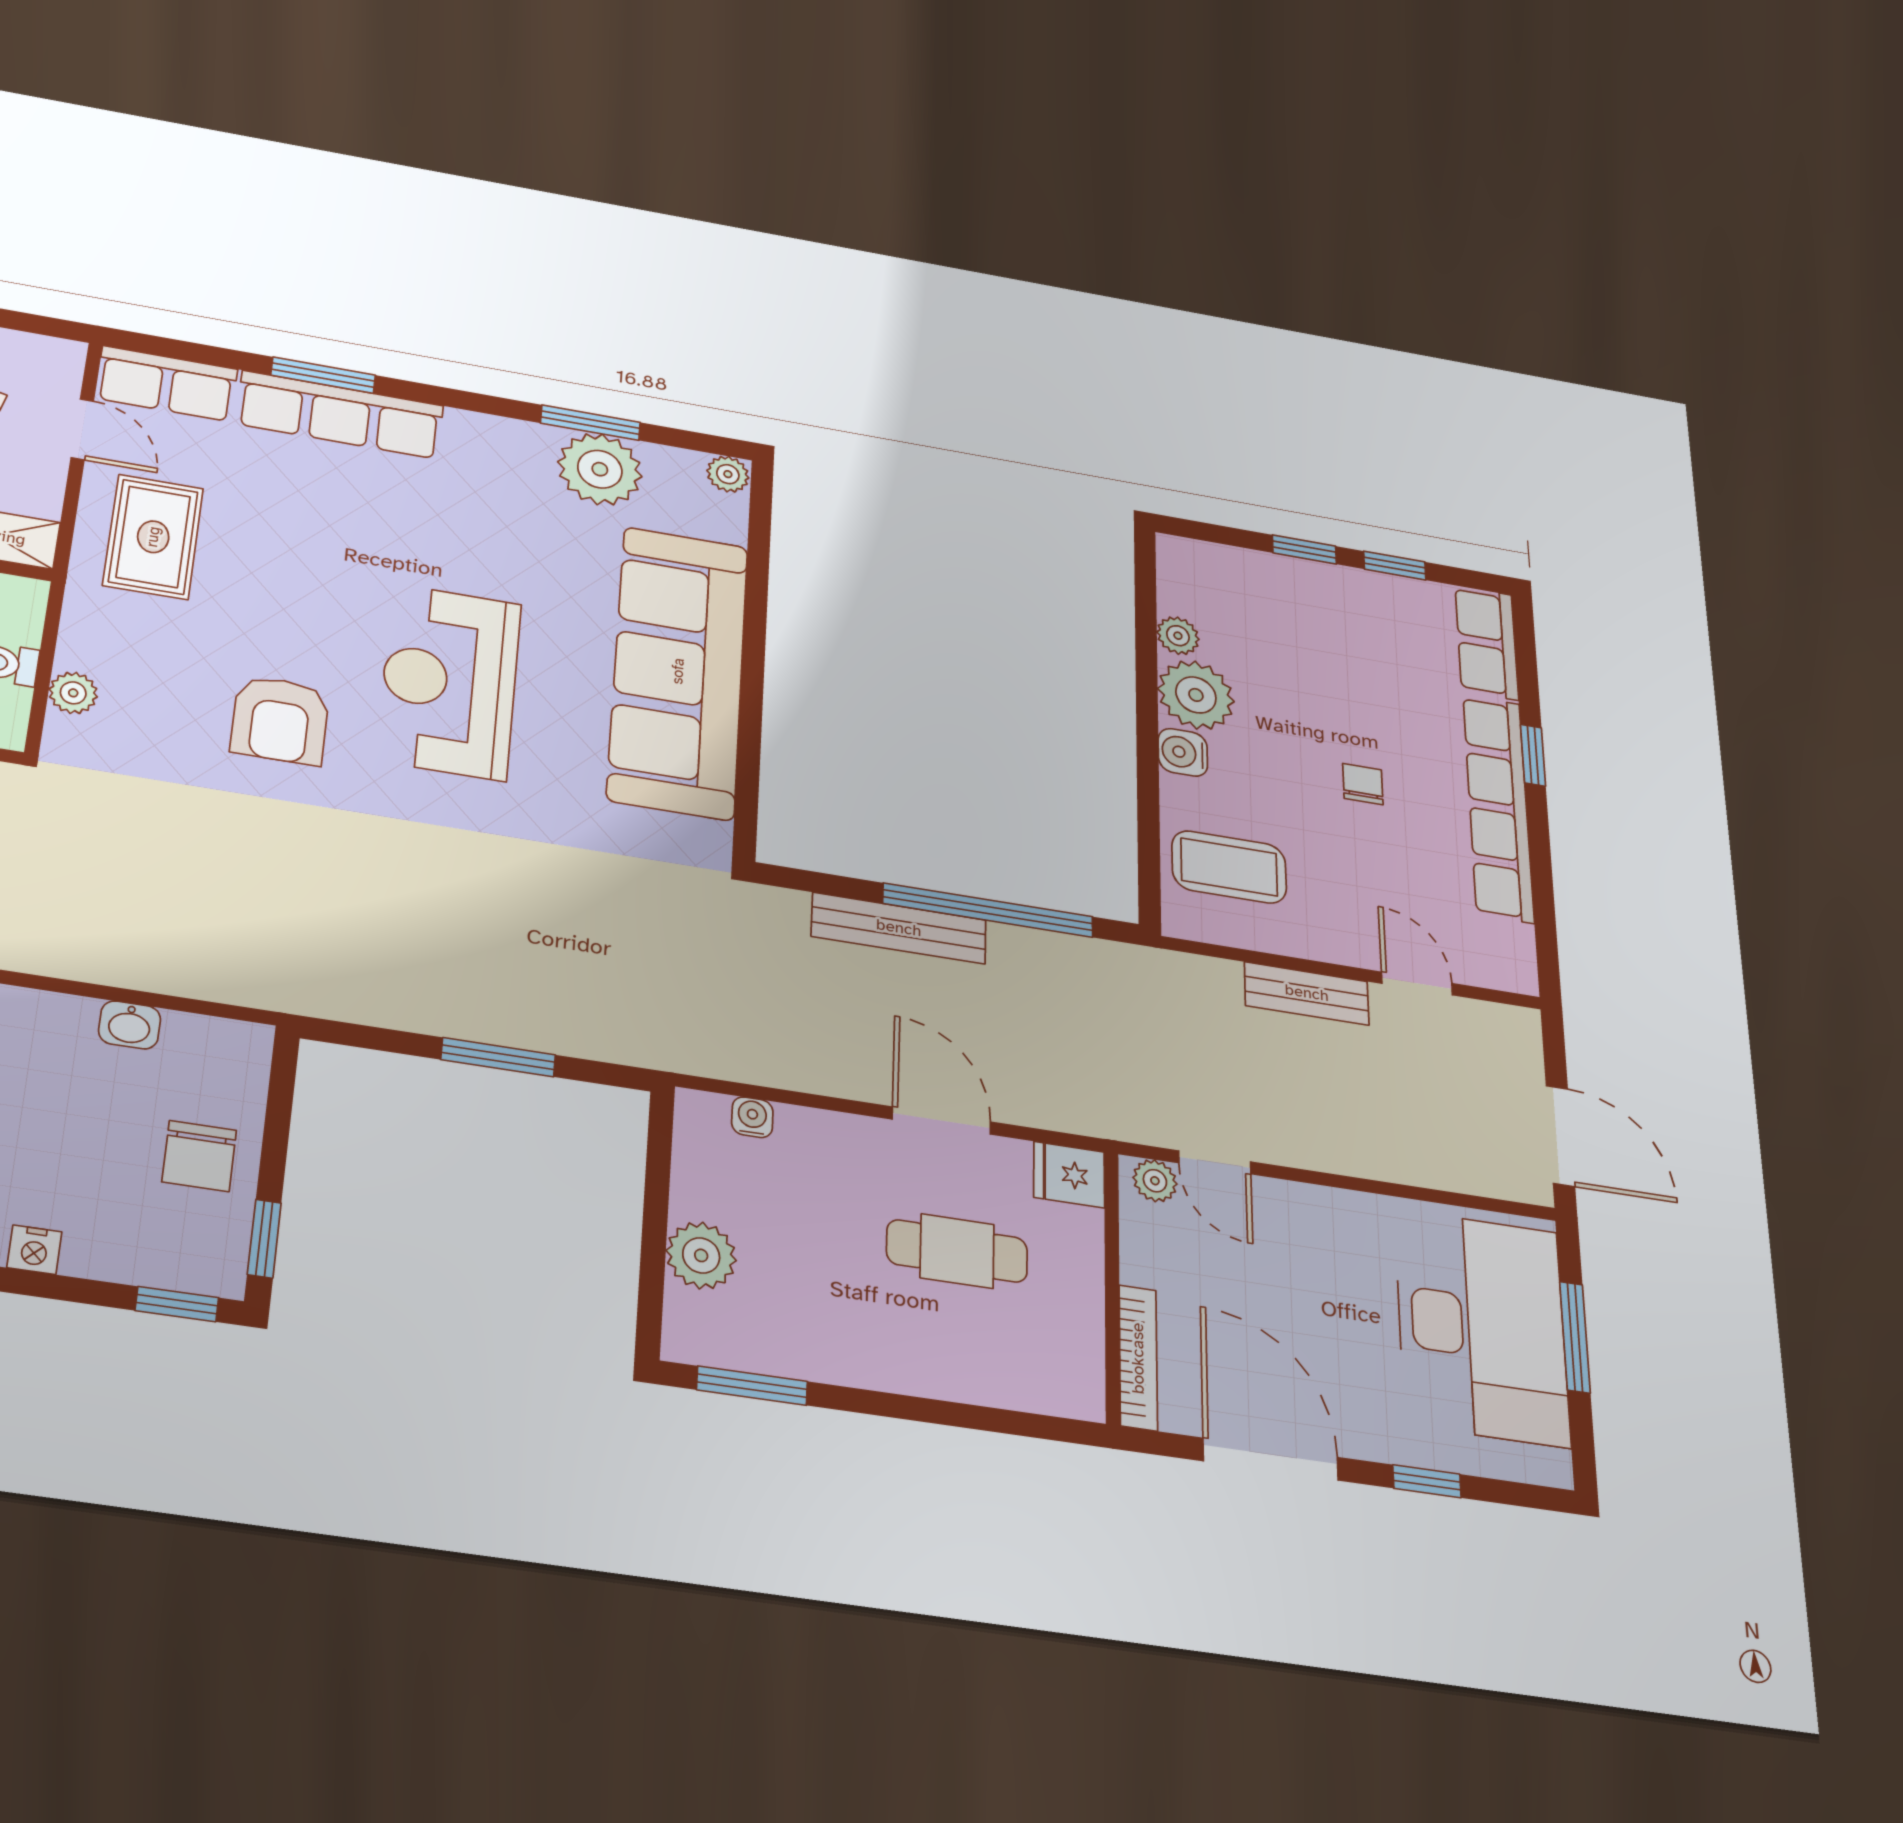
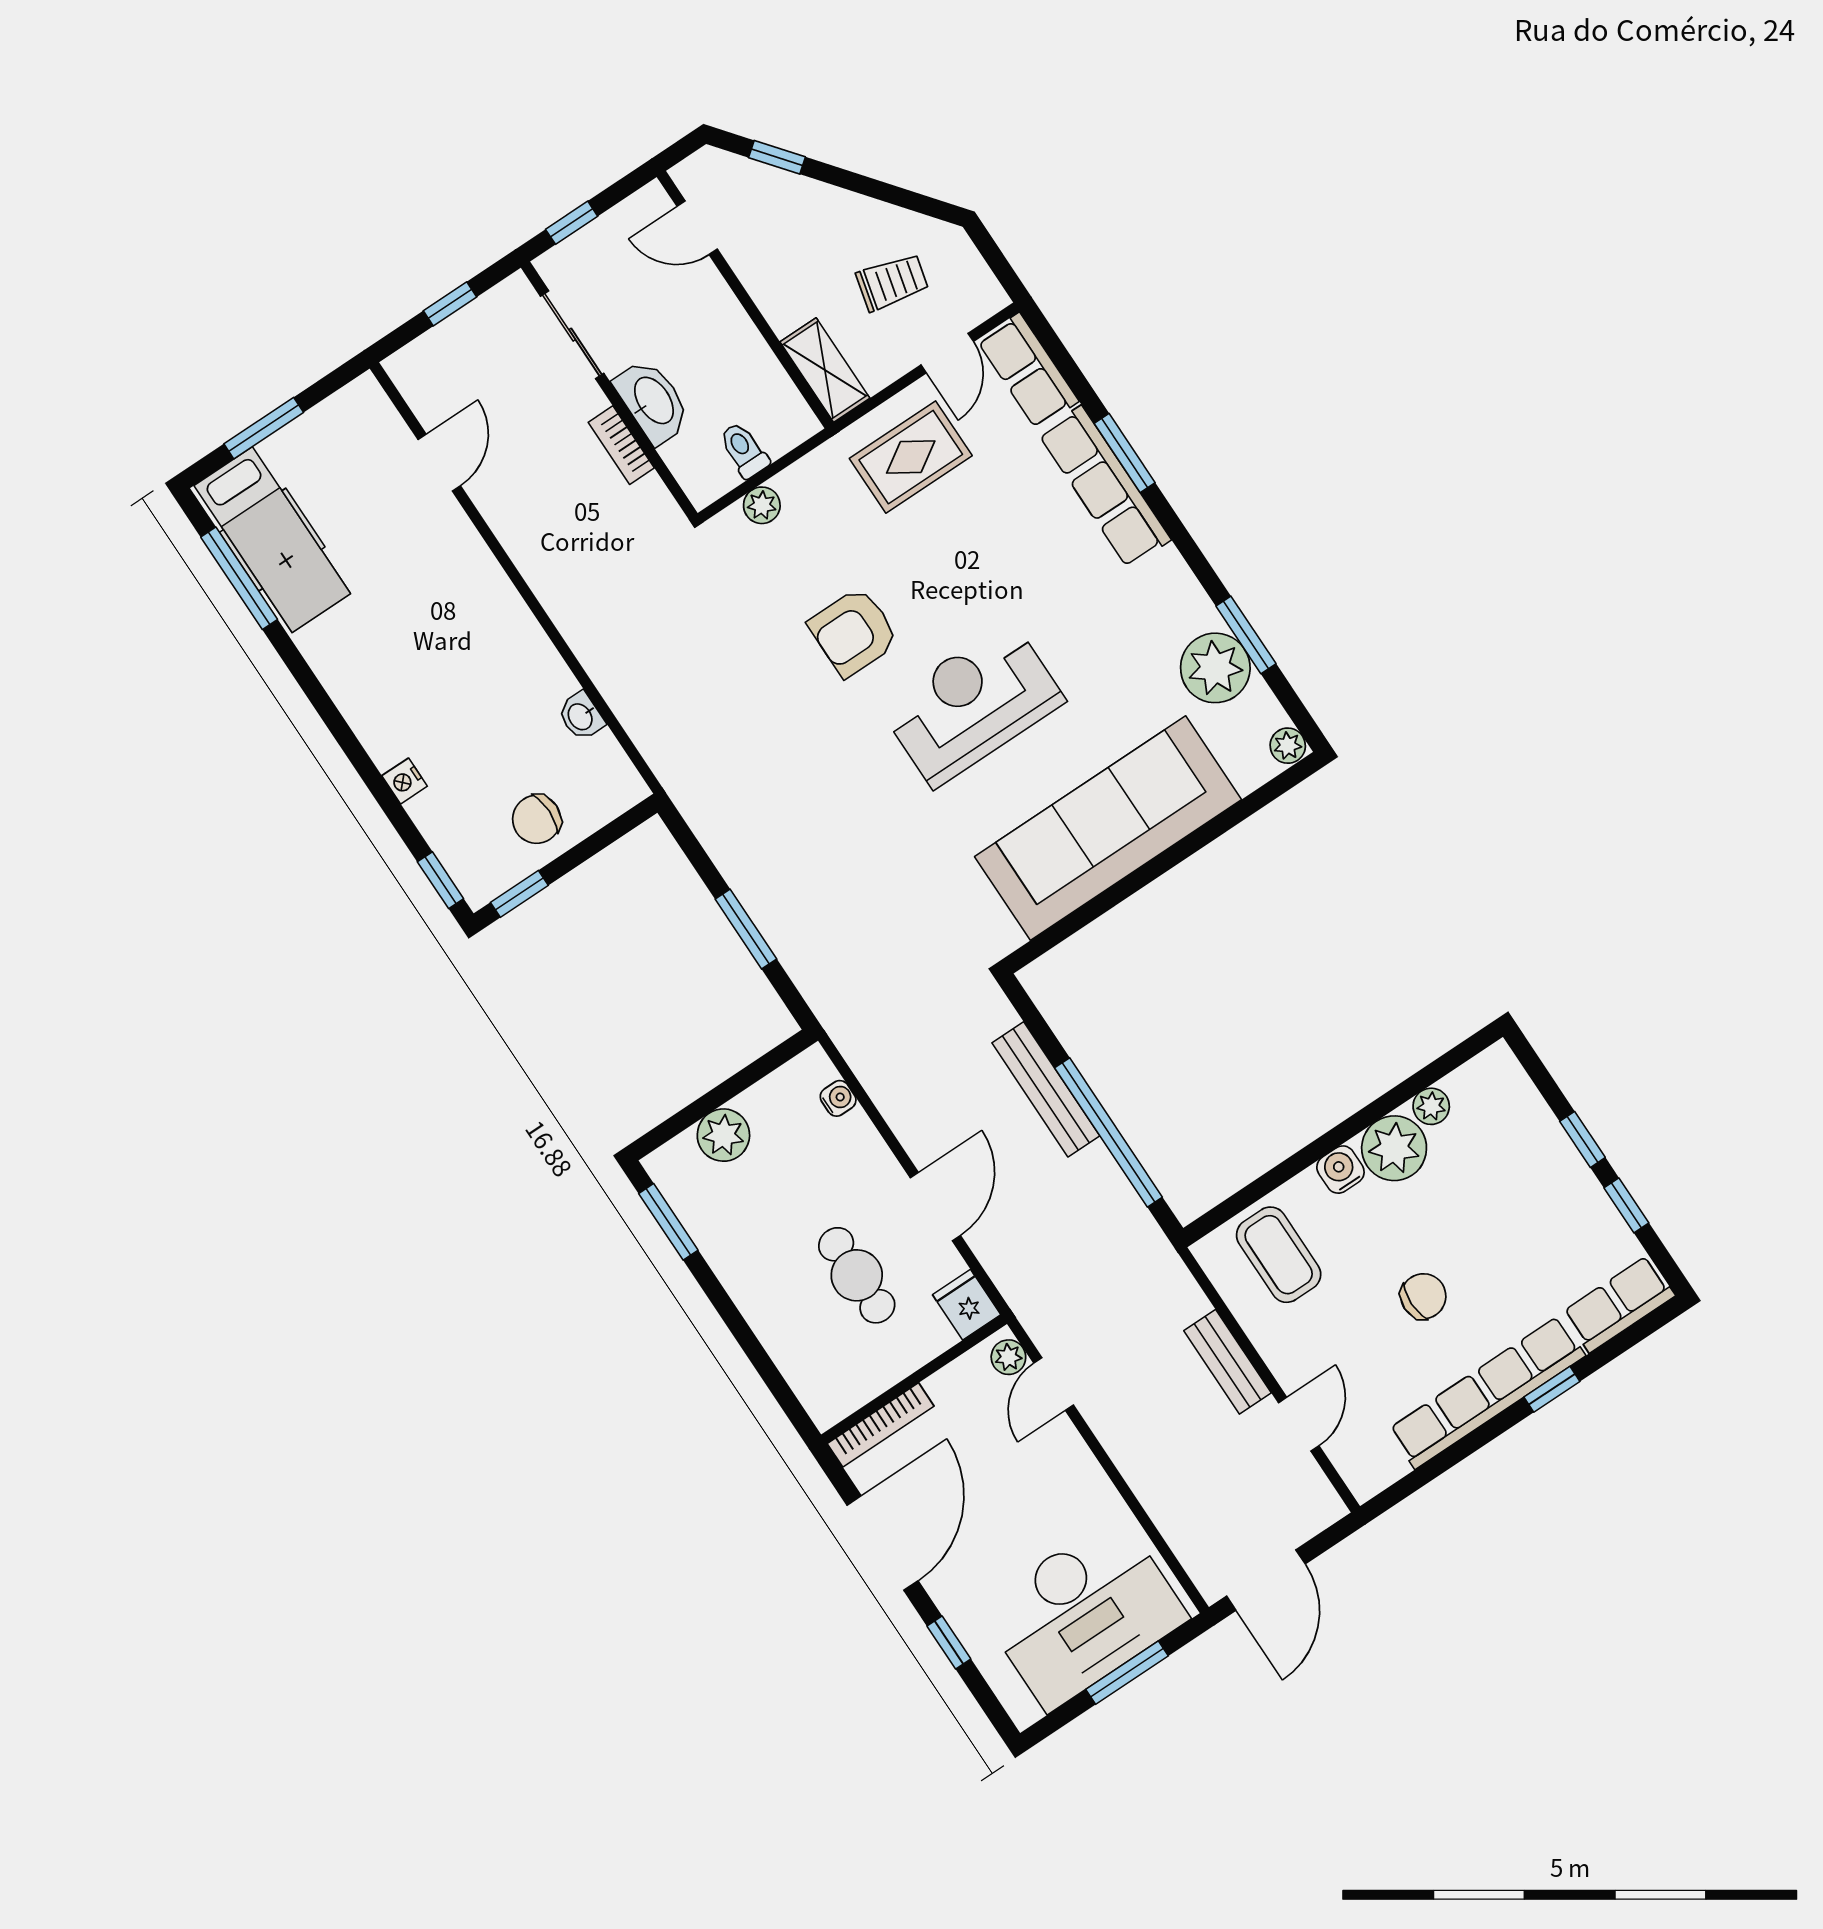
chair: (1363, 784) -> (1423, 1296), width x1.37, depth x1.37

